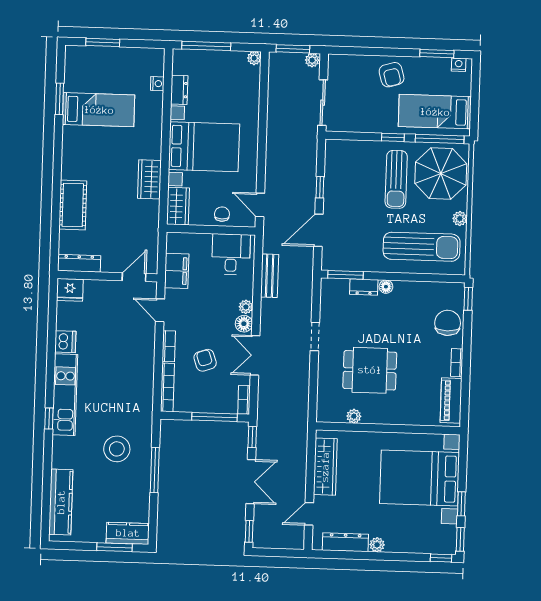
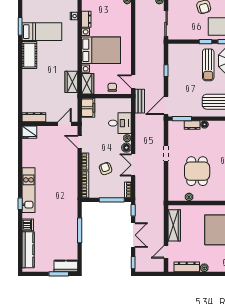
wardrobe: (149, 179) -> (71, 82), moved
cot: (73, 205) -> (29, 55), moved
door: (318, 230) -> (166, 105), moved
desk: (231, 254) -> (120, 123), moved, turned 90
filing cabinet: (177, 271) -> (88, 108), moved
bench: (270, 276) -> (140, 101), moved
dishwasher: (65, 342) -> (28, 225), moved
dining table: (370, 370) -> (197, 171), turned 90
stool: (117, 449) -> (58, 219), removed

